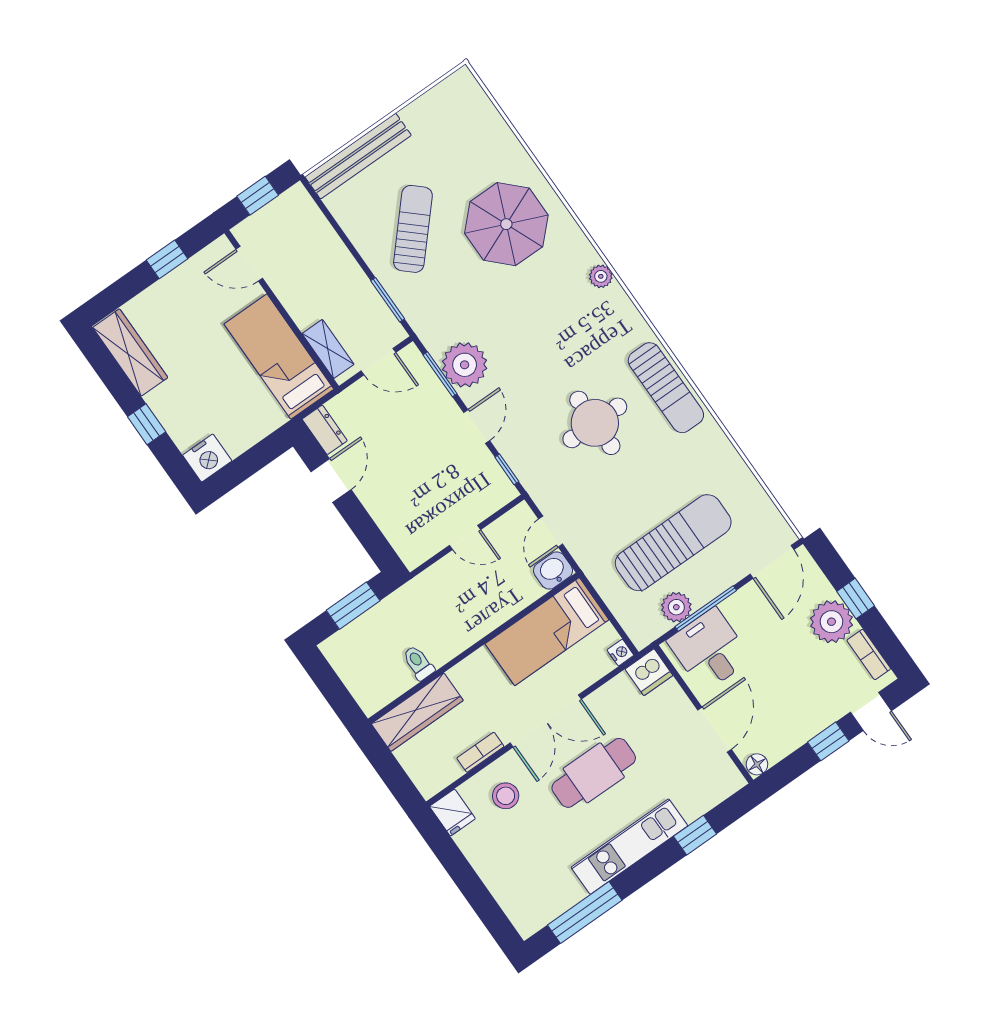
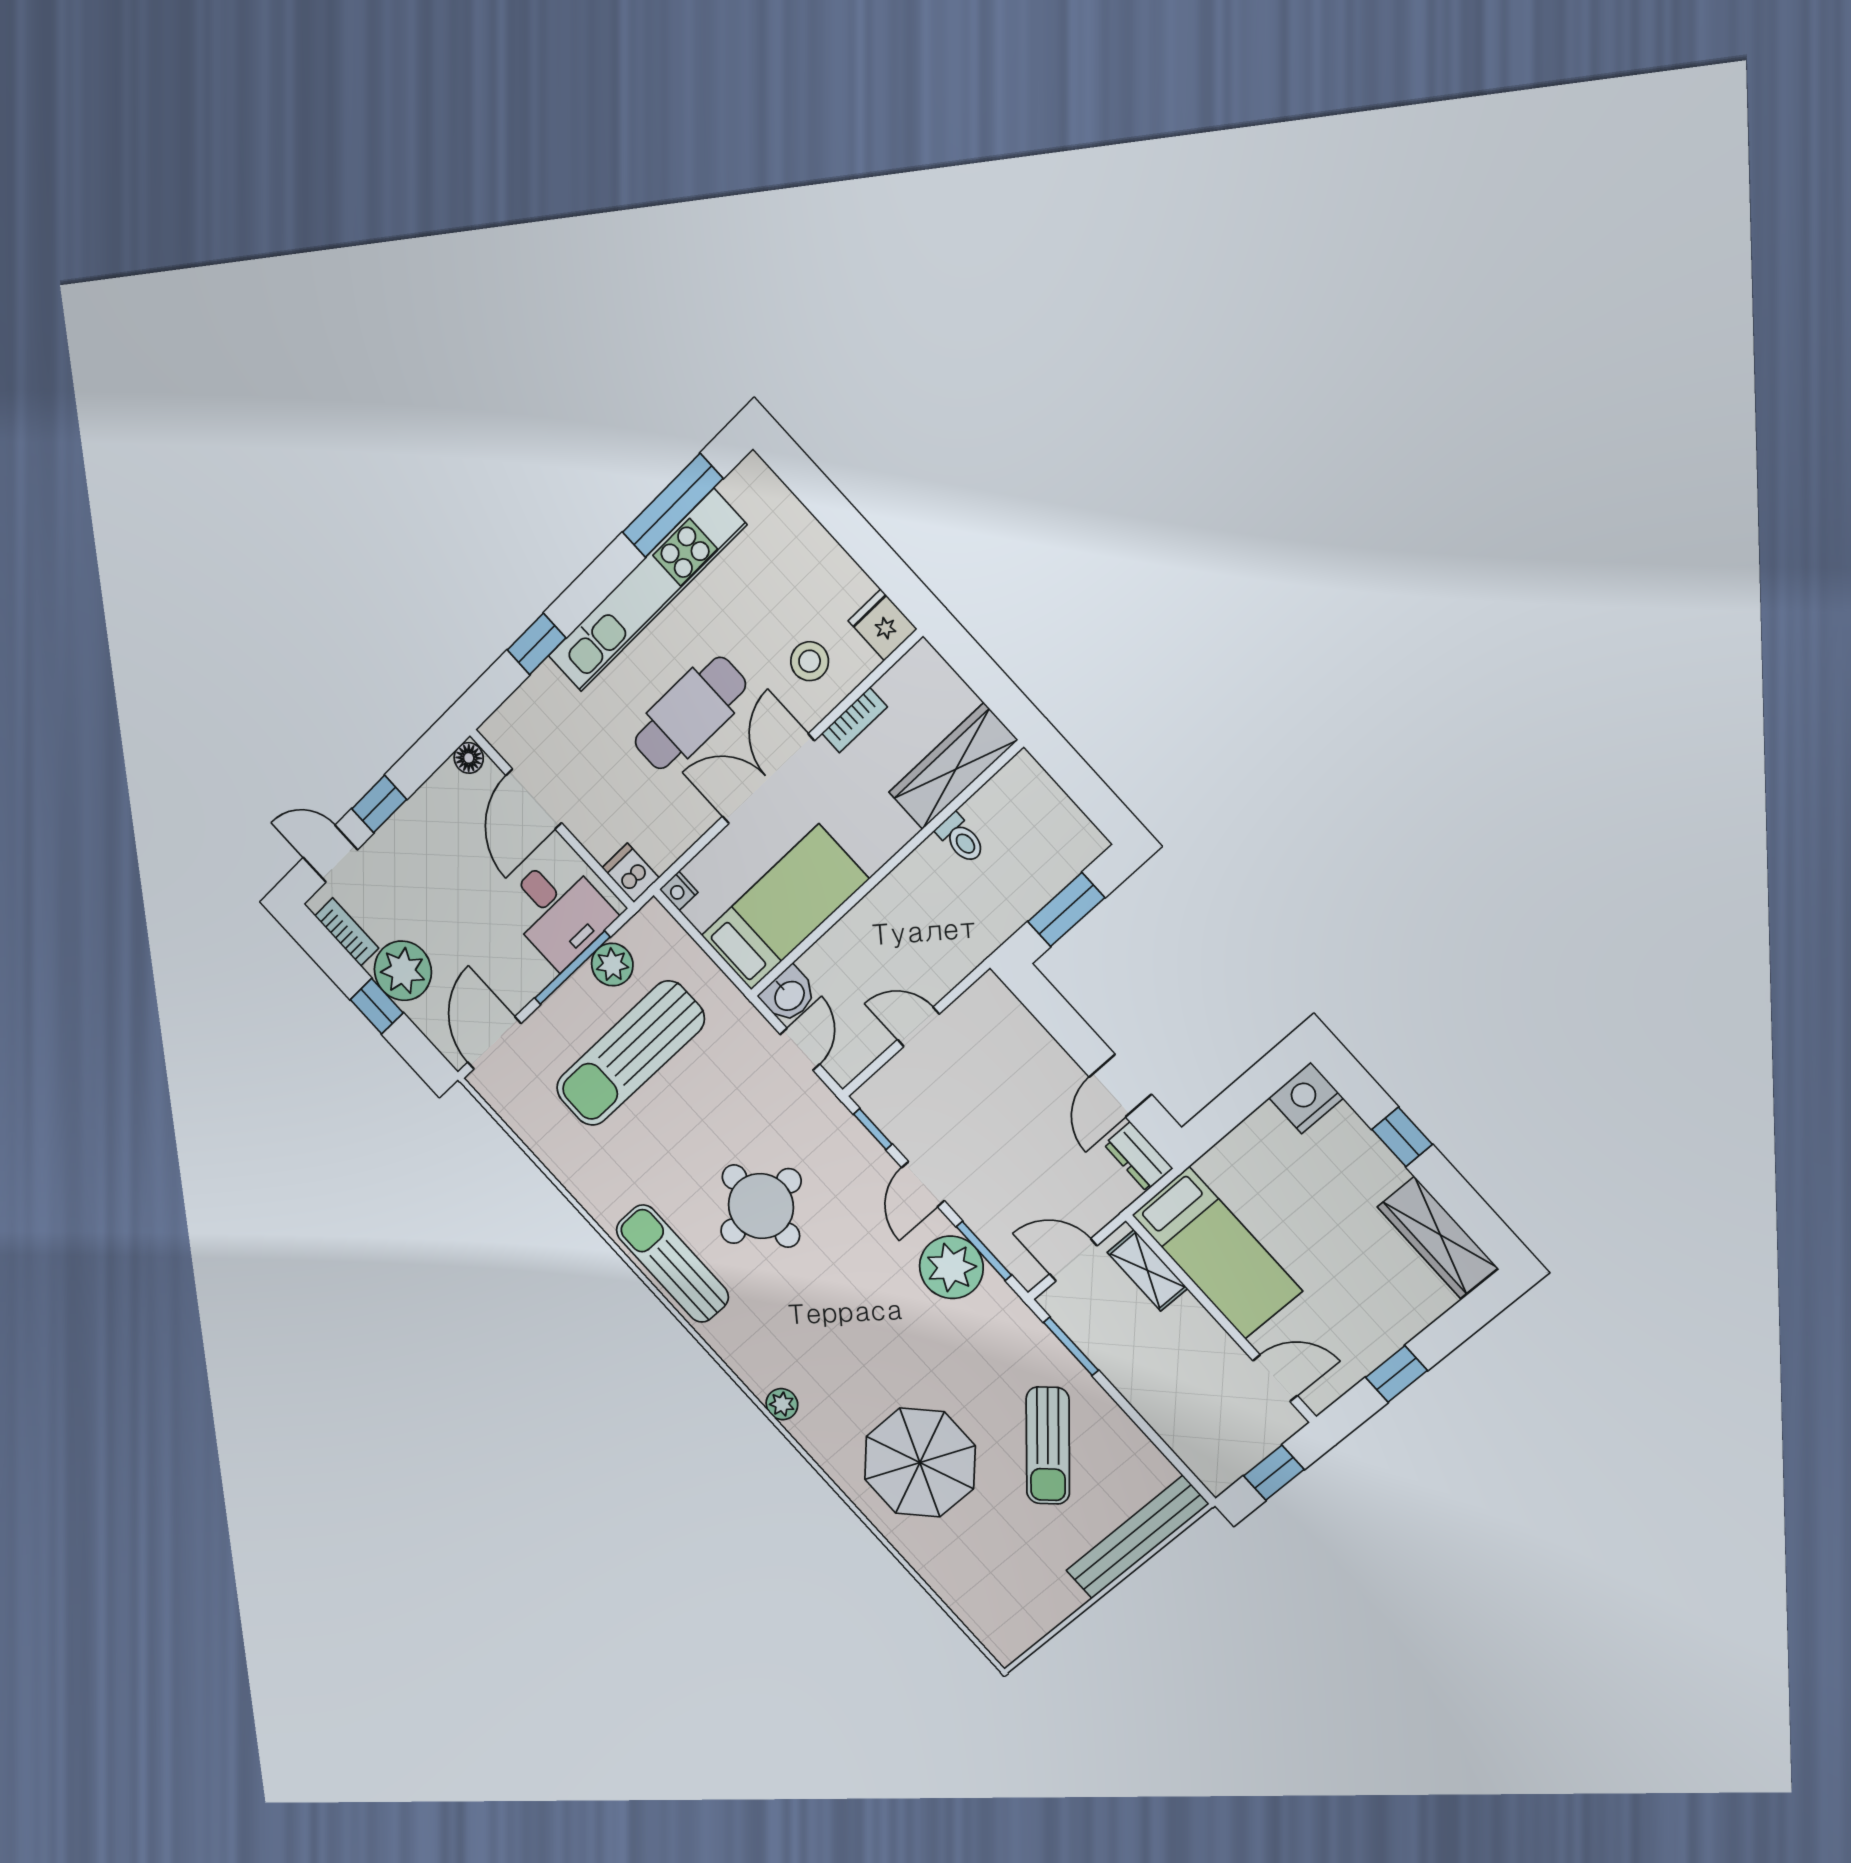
dishwasher: (649, 672) -> (631, 873), width x0.73
kitchen unit: (629, 847) -> (647, 591), width x1.36

